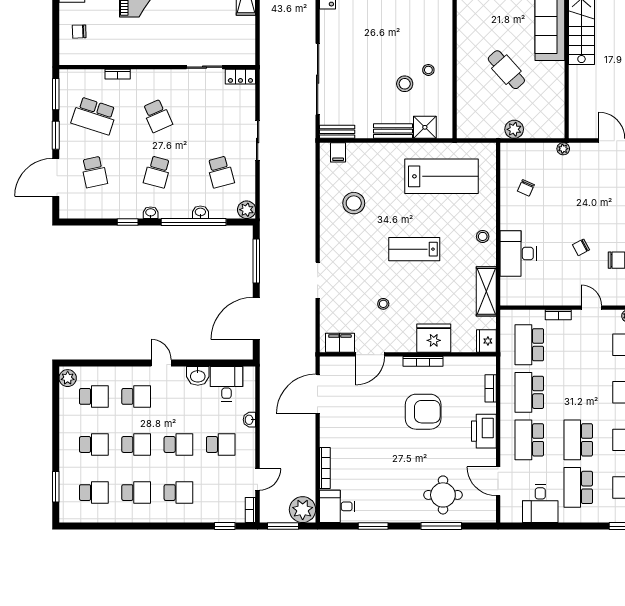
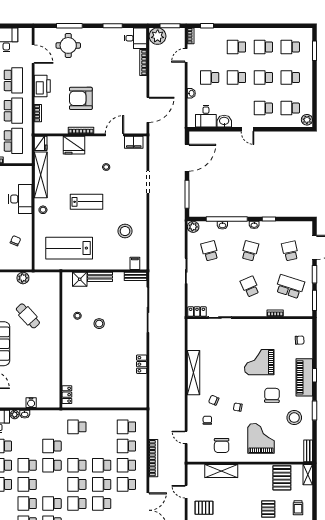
stool: (405, 84) -> (99, 324), moved
shelving: (486, 291) -> (41, 175), width x1.47

